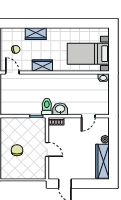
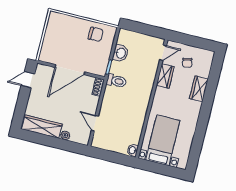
wardrobe: (42, 66) -> (165, 76), moved
washbasin: (60, 109) -> (121, 53), moved
chair: (17, 150) -> (96, 34), moved
door: (47, 150) -> (70, 70), width x1.88

